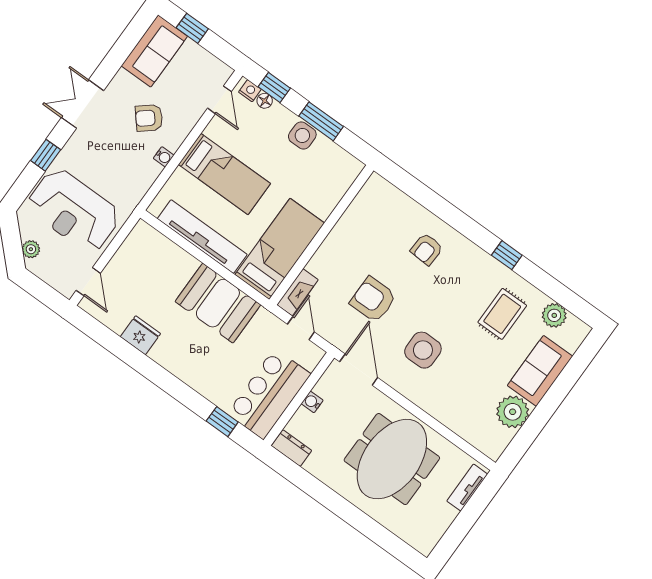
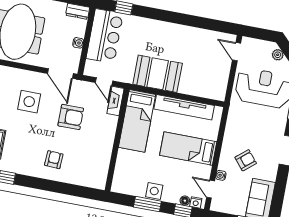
water cooler: (164, 157) -> (221, 175), moved
fridge: (140, 335) -> (193, 35), removed

